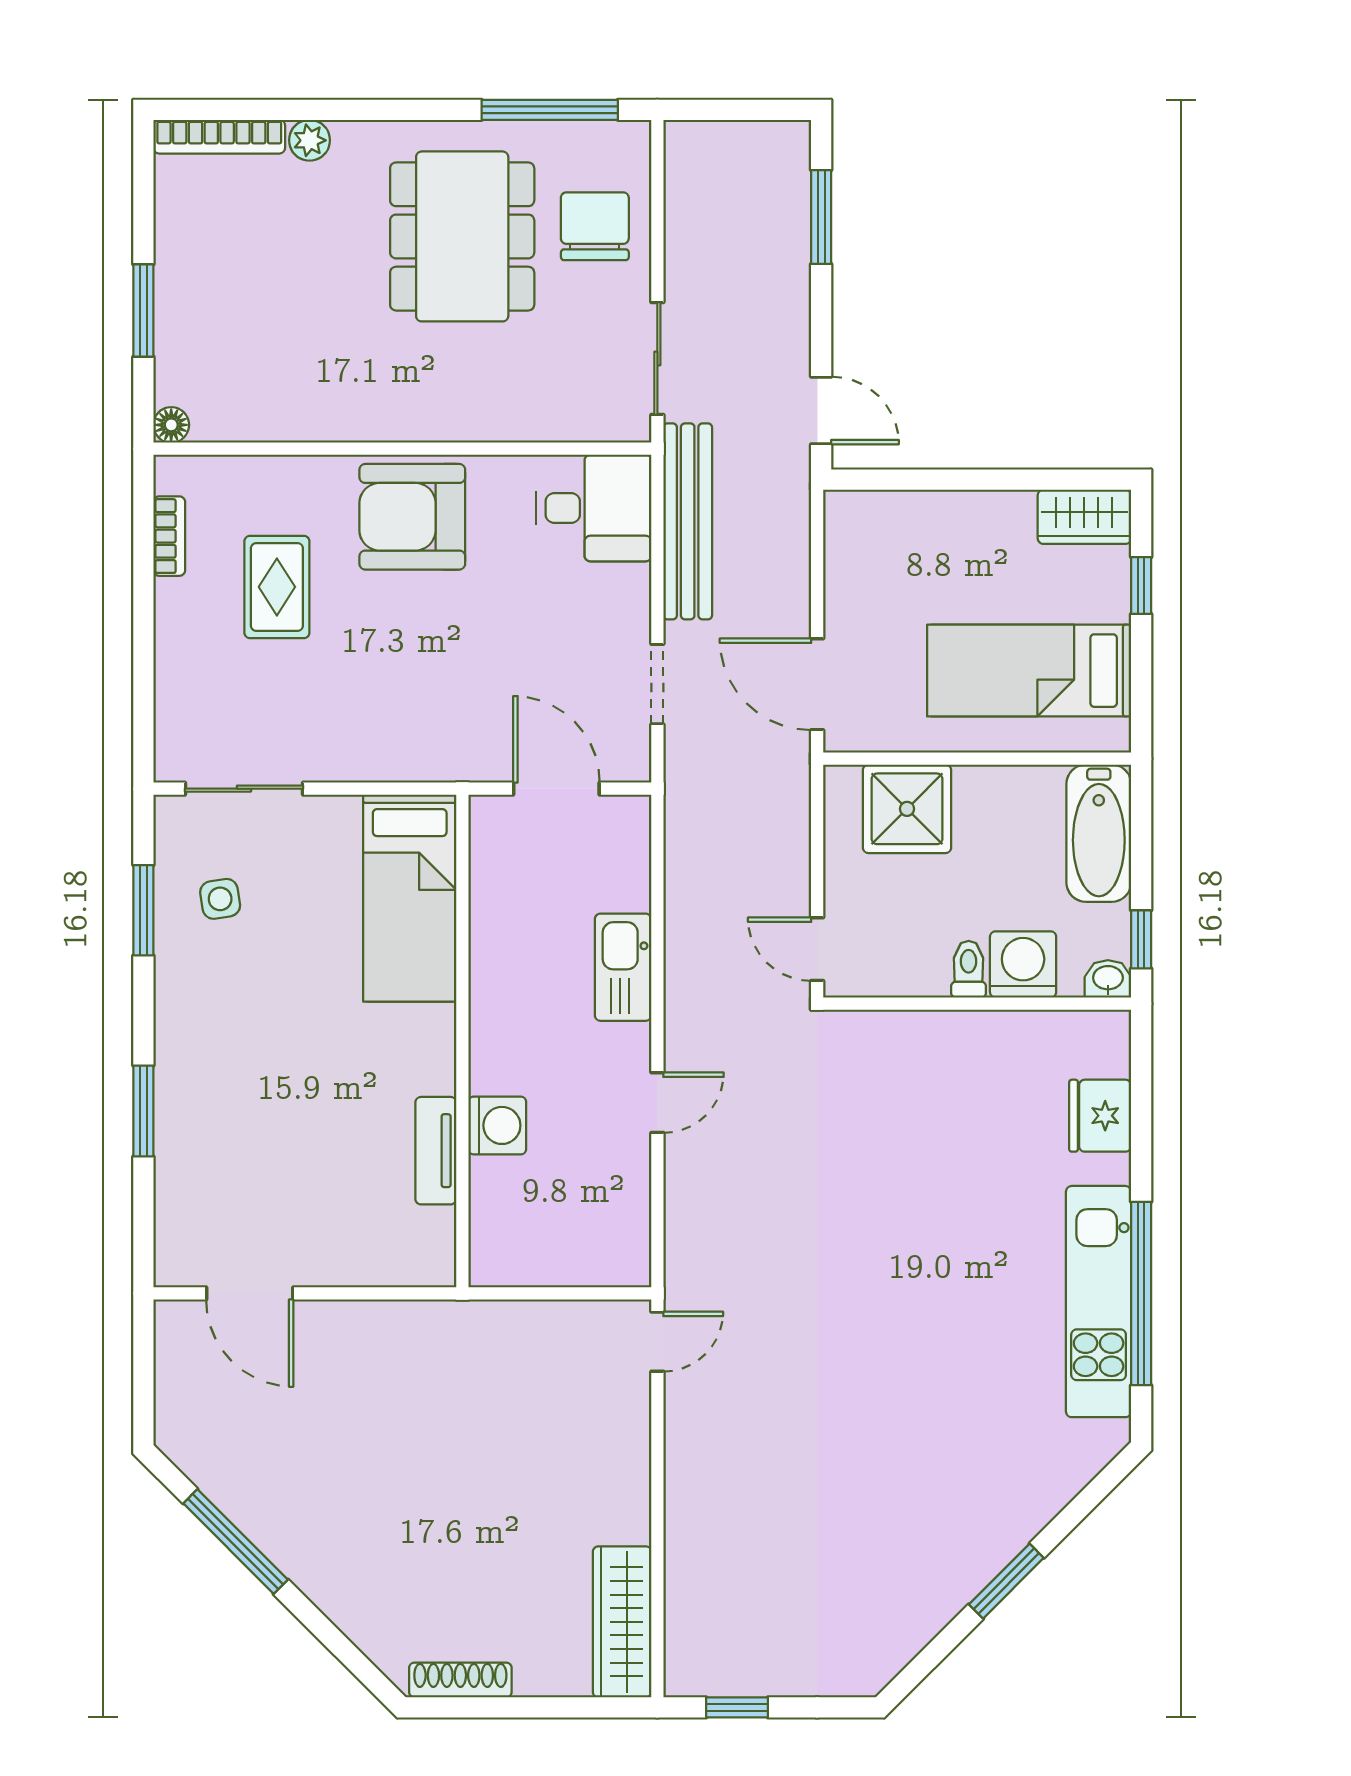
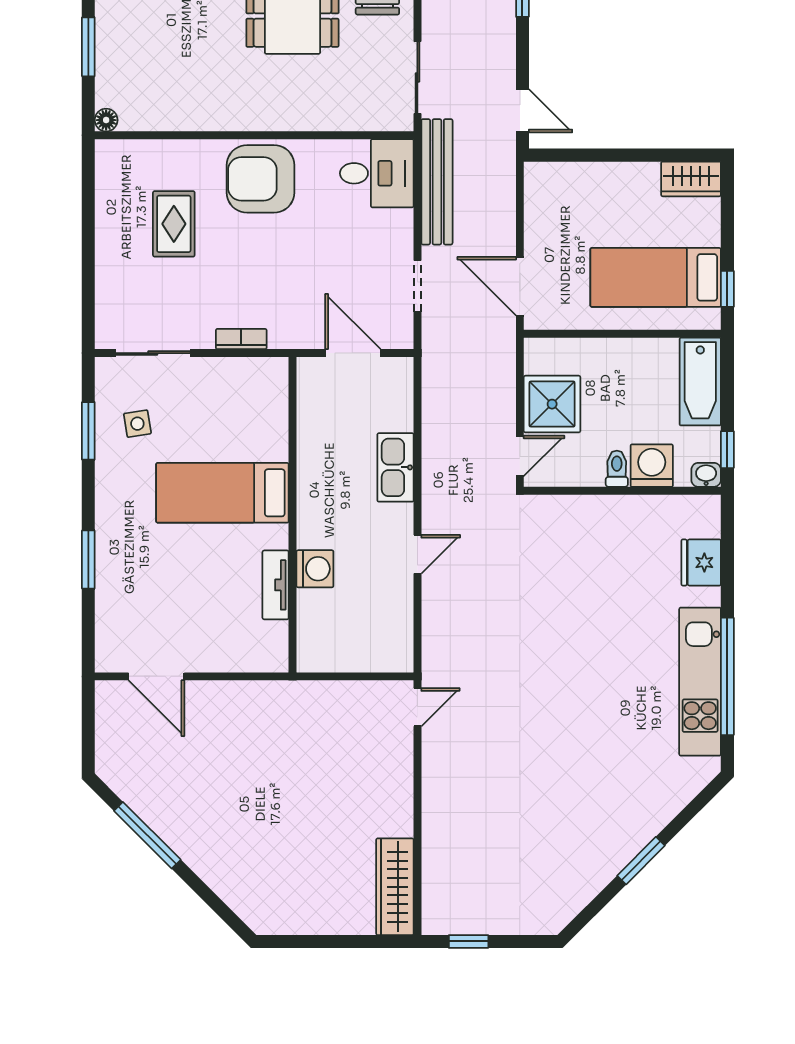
bookcase: (169, 536) -> (241, 339), moved, turned -90
window: (1141, 585) -> (727, 289), moved
shower: (907, 809) -> (552, 404), moved
bed: (410, 898) -> (222, 493), moved, turned 90
door: (817, 949) -> (520, 456), swing flipped
shoe rack: (460, 1680) -> (291, 924), removed

